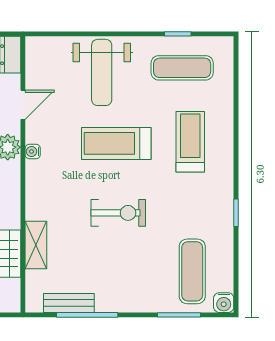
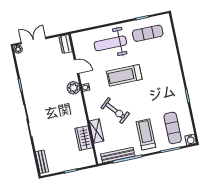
weight bench: (102, 72) -> (110, 43), turned 90
door: (23, 105) -> (77, 66), hinge flipped
treadmill: (190, 142) -> (146, 134), moved
exercise bike: (118, 213) -> (115, 111), moved, turned 49
bench: (69, 303) -> (118, 155), width x1.36

